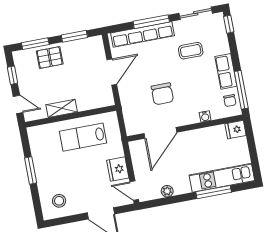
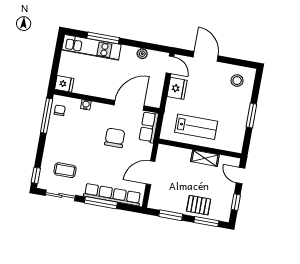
coffee table: (191, 51) -> (65, 170), moved
row of seats: (226, 71) -> (149, 127), moved, turned 180

